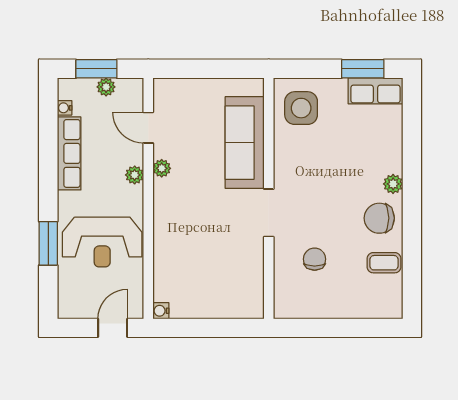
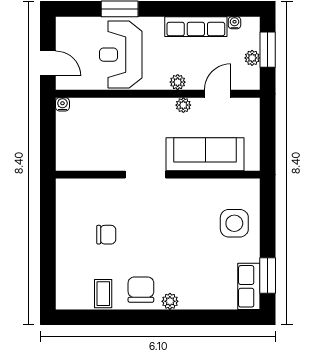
sofa: (245, 143) -> (205, 154), moved
wall: (269, 198) -> (158, 175), moved
doorway: (269, 213) -> (145, 175), moved

